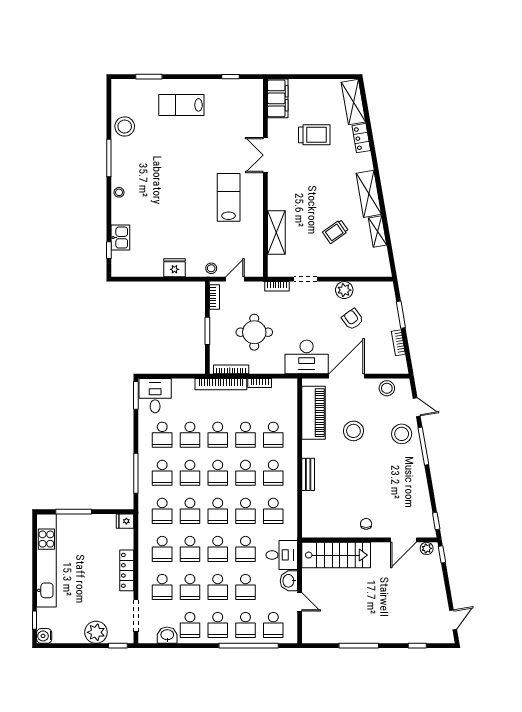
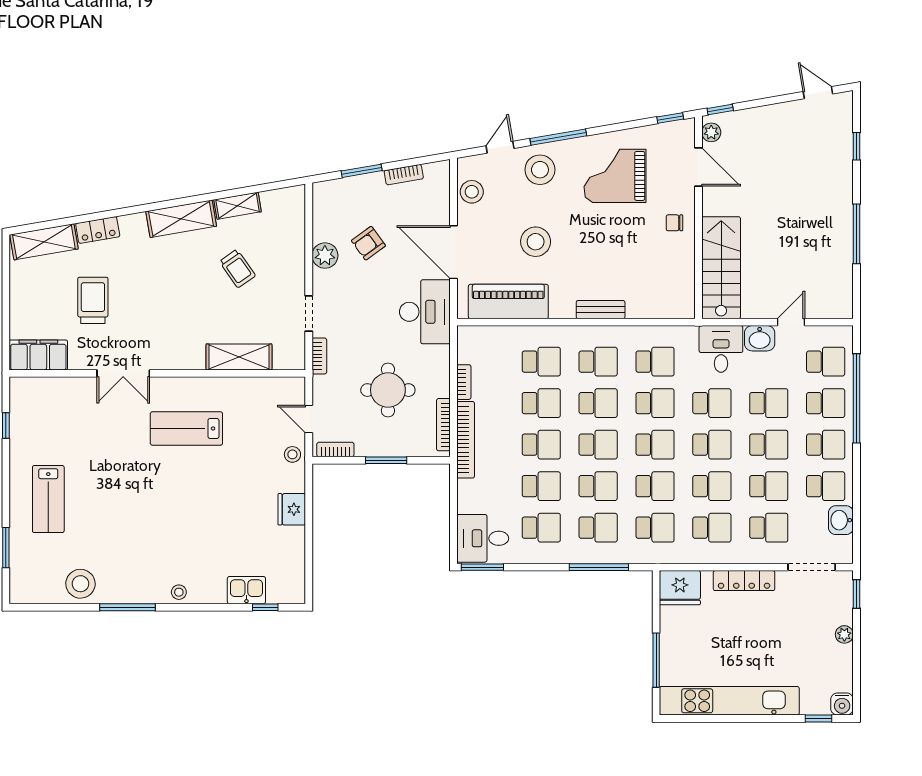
grand piano: (397, 484) -> (615, 176), added
fridge: (125, 521) -> (680, 588), width x1.88, depth x1.34
plant: (96, 632) -> (844, 634), width x0.53, depth x0.53

